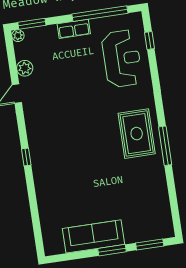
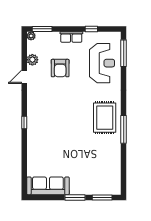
window: (100, 14) -> (91, 29), width x0.32
window: (149, 41) -> (124, 53), width x2.17
armchair: (65, 74) -> (60, 68), added
sofa: (94, 236) -> (48, 186), moved

